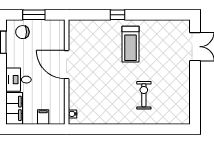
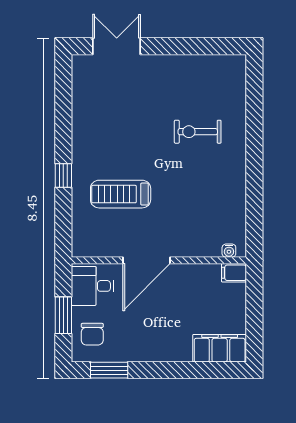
treadmill: (130, 44) -> (121, 194), moved, turned 180
desk: (18, 80) -> (93, 286), moved, turned 90
filing cabinet: (43, 117) -> (234, 273), moved

